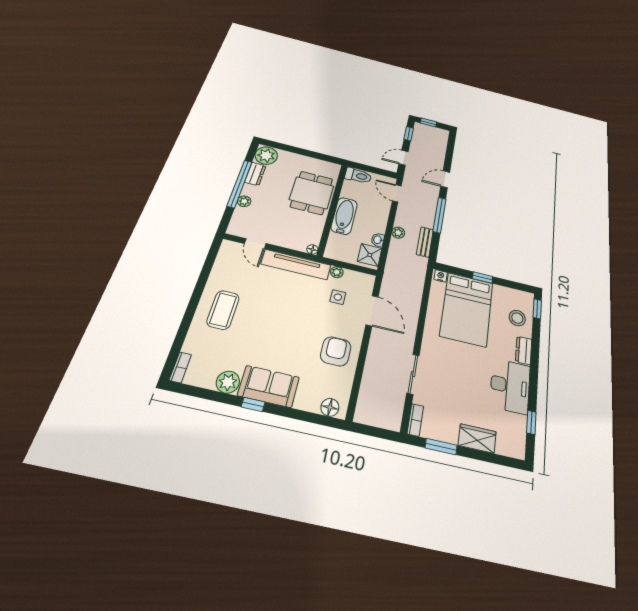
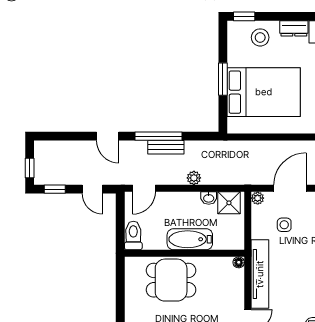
bench: (425, 242) -> (166, 147), moved
plant: (337, 272) -> (258, 198), moved
nightstand: (441, 276) -> (233, 125), removed
window: (482, 277) -> (223, 79), width x1.50

